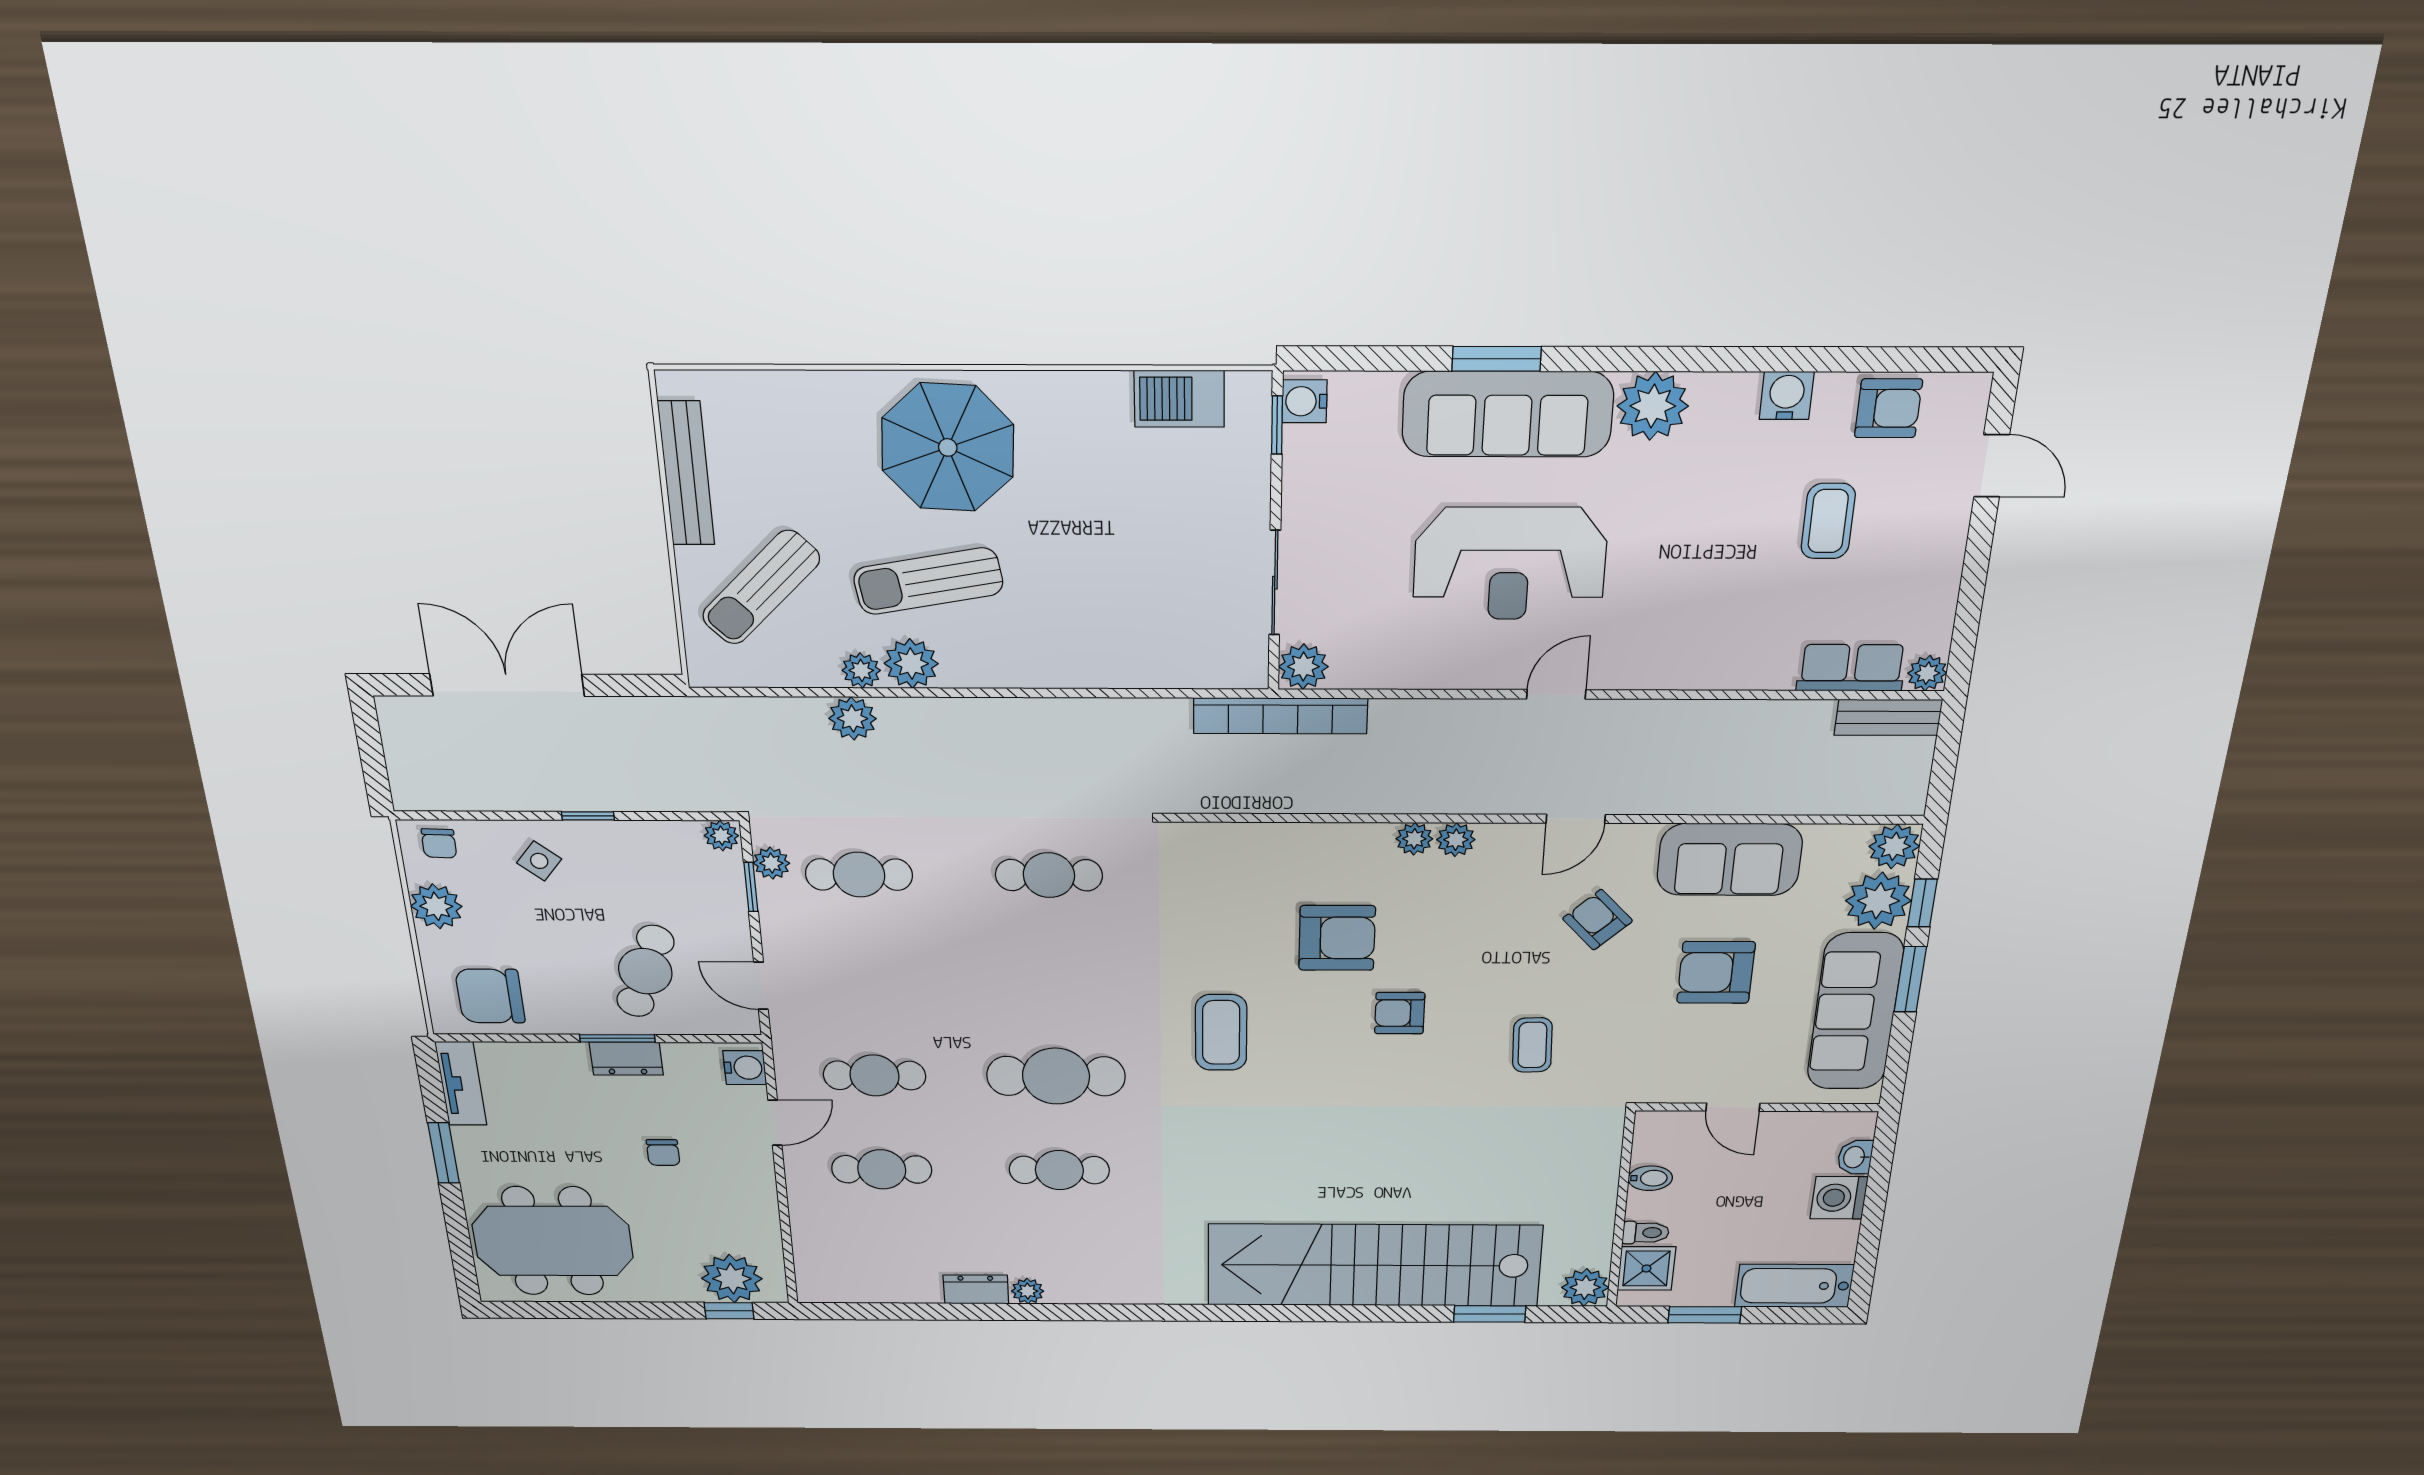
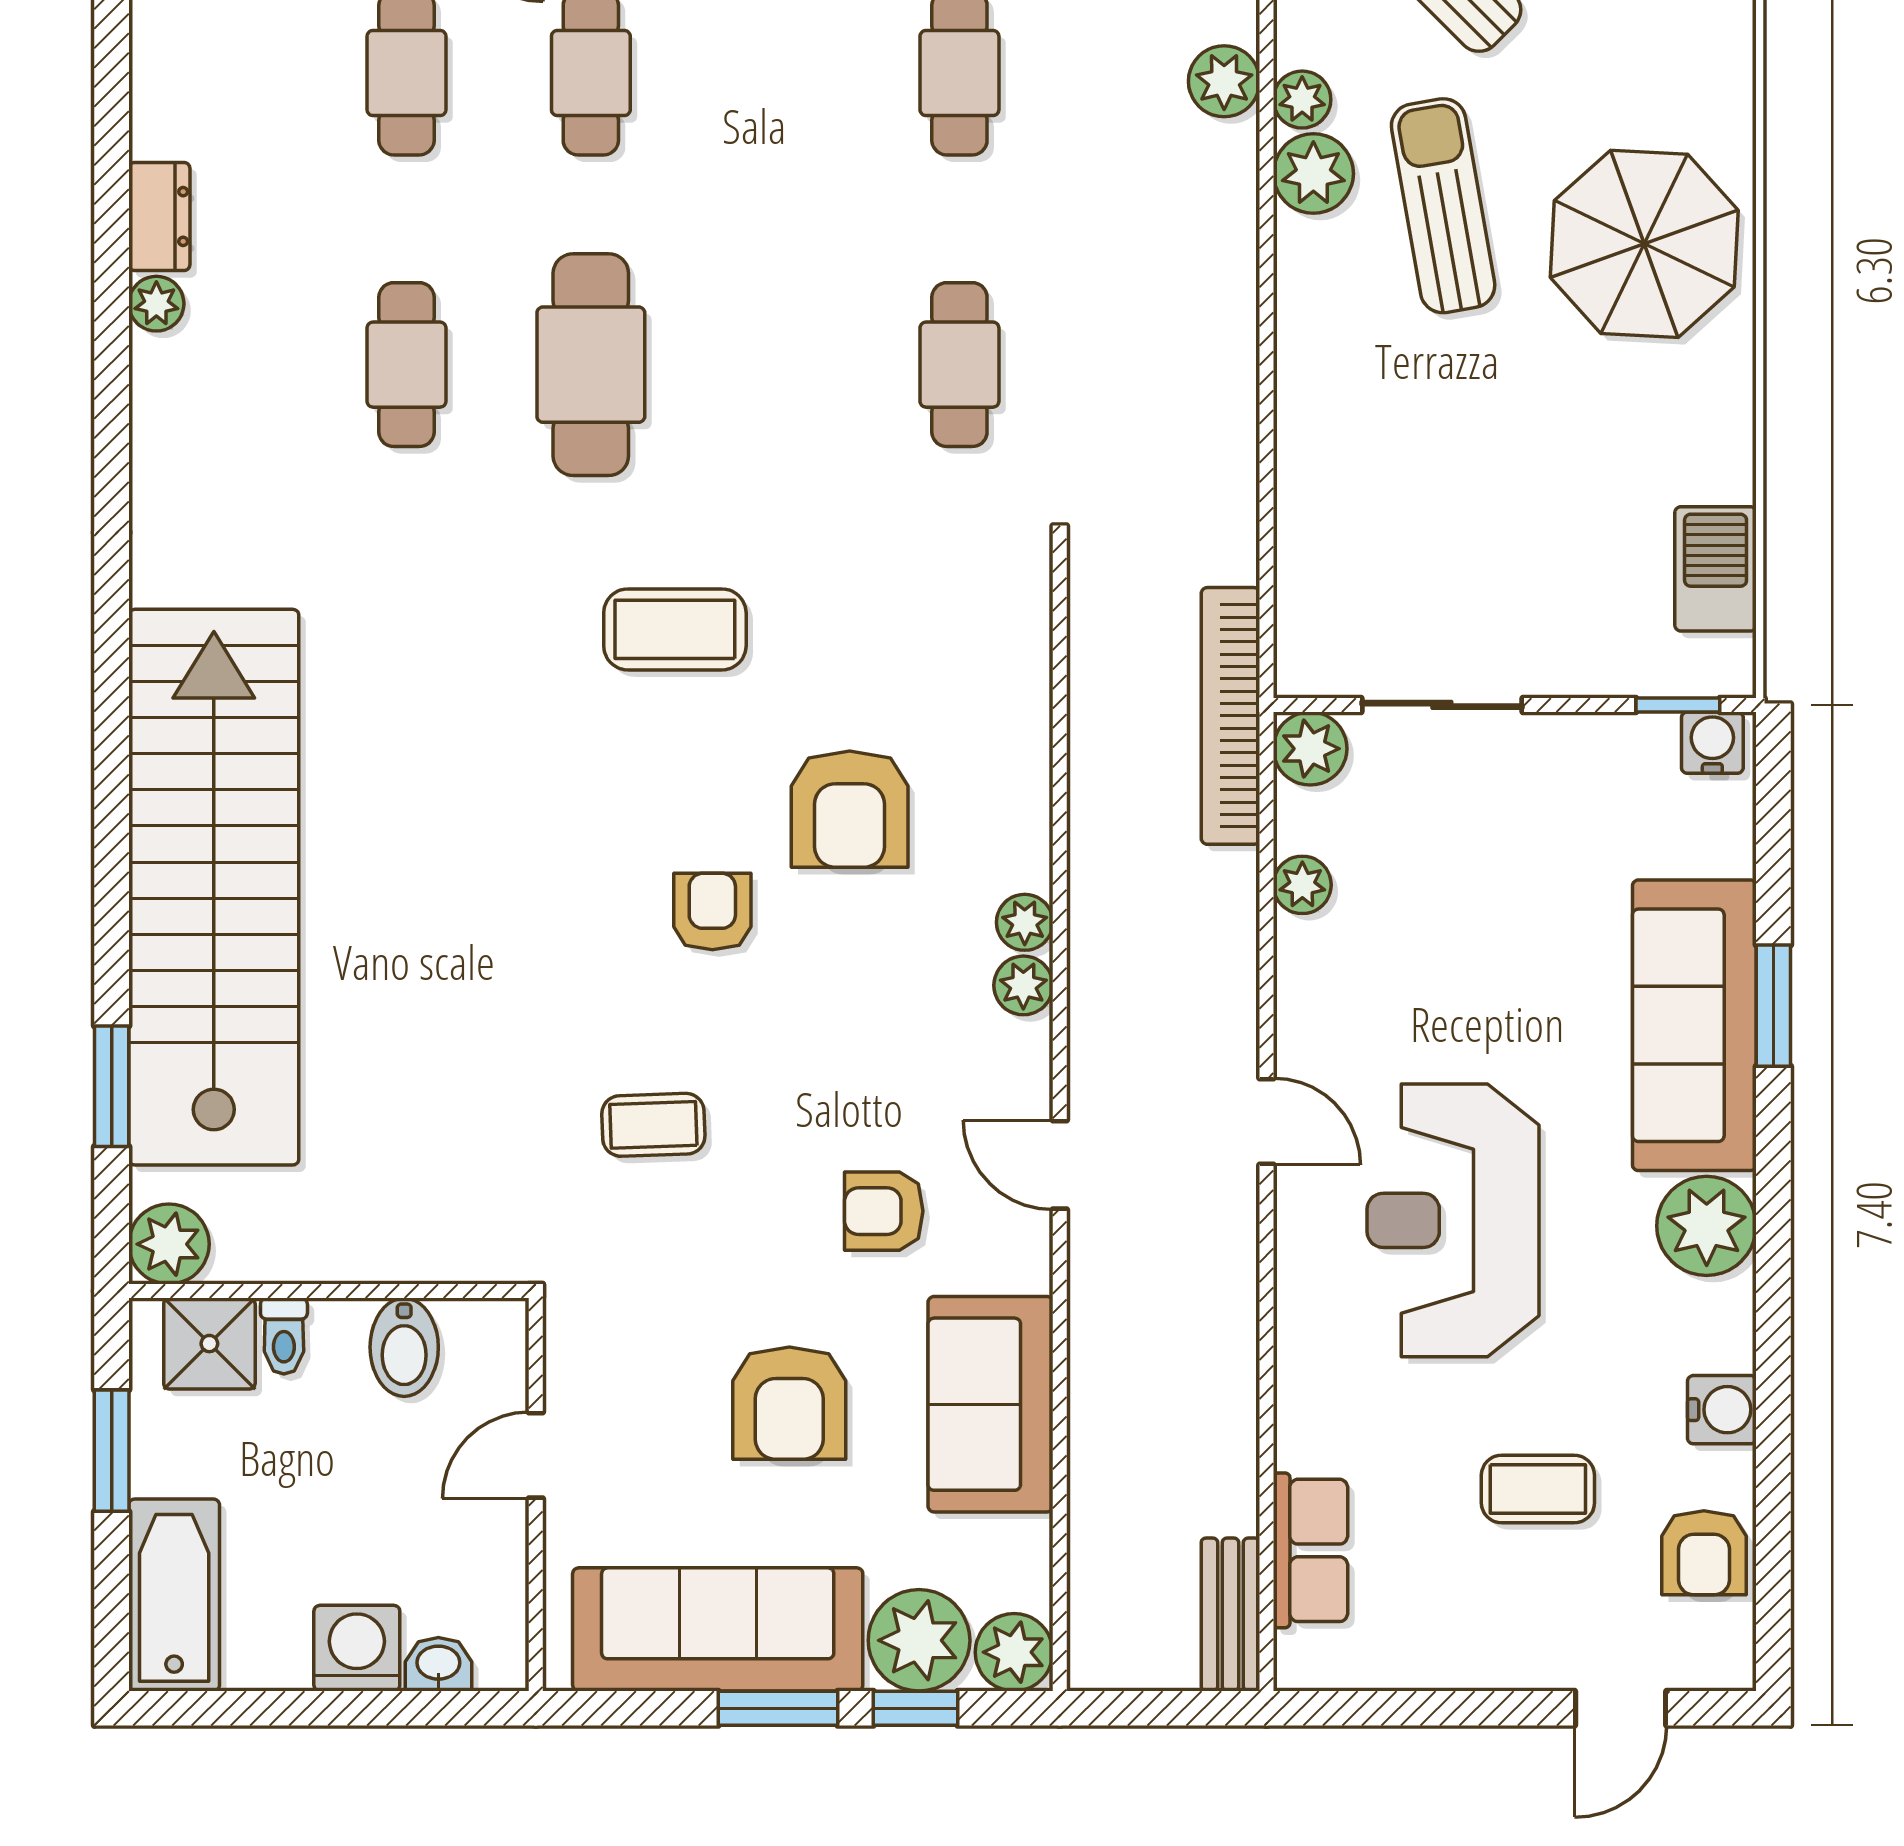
reception desk: (1510, 564) -> (1453, 1220), moved
plant: (1927, 673) -> (1302, 885), moved
armchair: (1598, 920) -> (884, 1211), turned -137
armchair: (1716, 972) -> (789, 1403), turned 180
bidet: (1650, 1178) -> (404, 1347), width x1.38, depth x1.36

